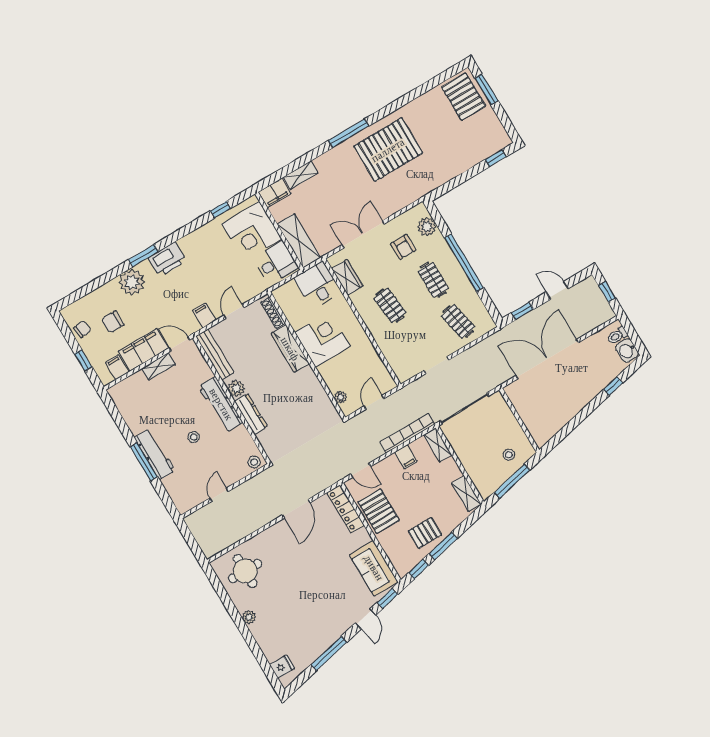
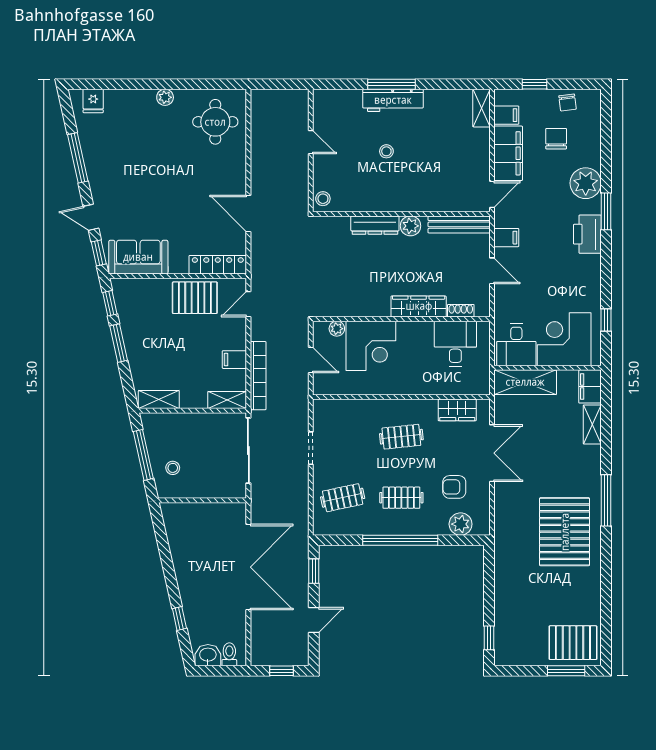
desk: (318, 285) -> (455, 344), moved, turned -90
shoe rack: (273, 313) -> (461, 311), width x0.70
corner desk: (323, 339) -> (371, 346), moved
shelving: (159, 366) -> (482, 108), moved
workbench: (221, 404) -> (403, 200), removed
pallet: (425, 533) -> (143, 332), removed

